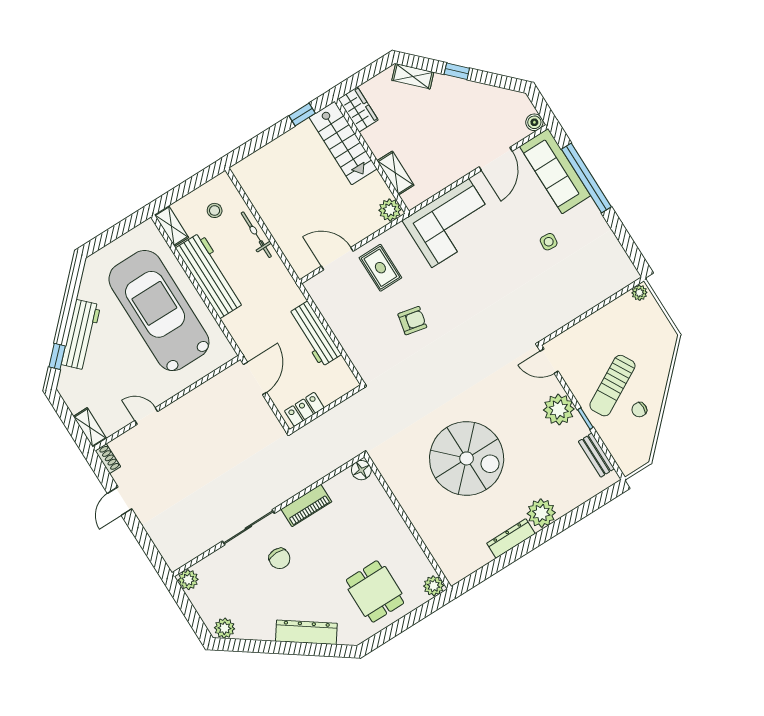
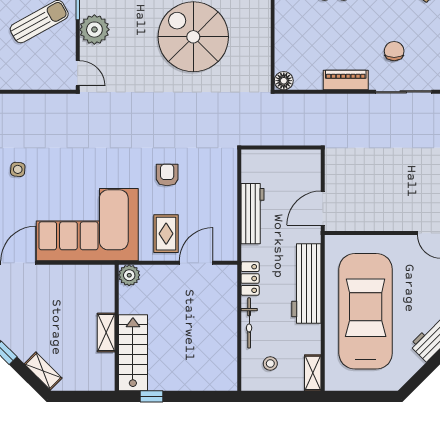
wardrobe: (358, 109) -> (104, 372), removed
shelving: (395, 173) -> (106, 332), moved
corner sofa: (450, 223) -> (87, 225), width x1.36, depth x1.36
door: (337, 259) -> (196, 263), swing flipped
workbench: (210, 275) -> (306, 284), moved
car: (159, 311) -> (366, 311), turned 180
armchair: (412, 321) -> (167, 175), turned 78
locker: (304, 409) -> (250, 279), moved, turned -90

